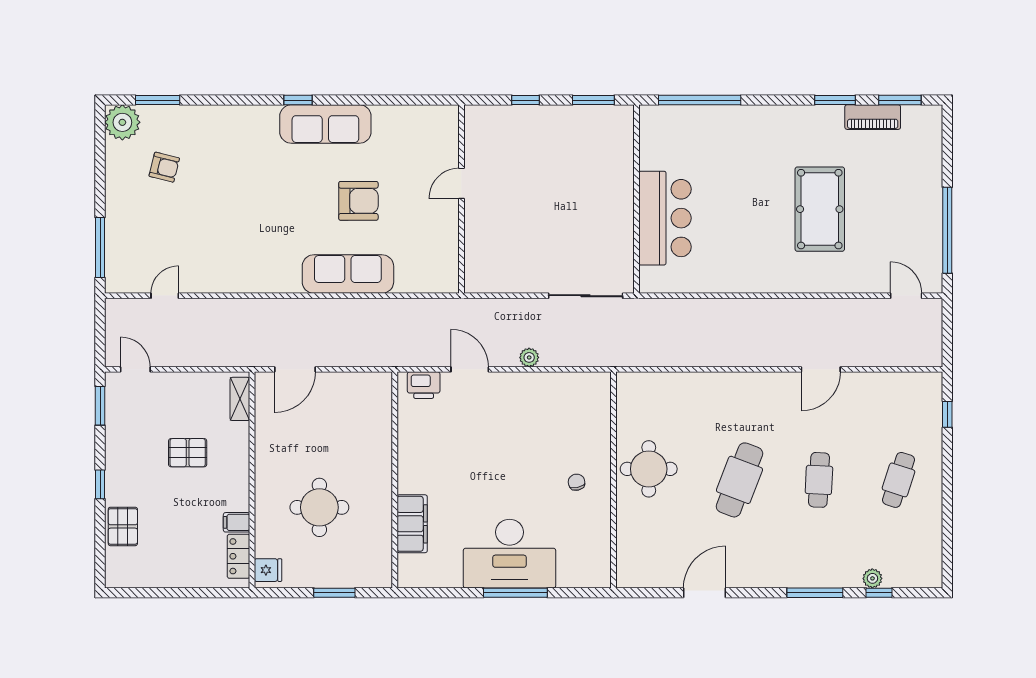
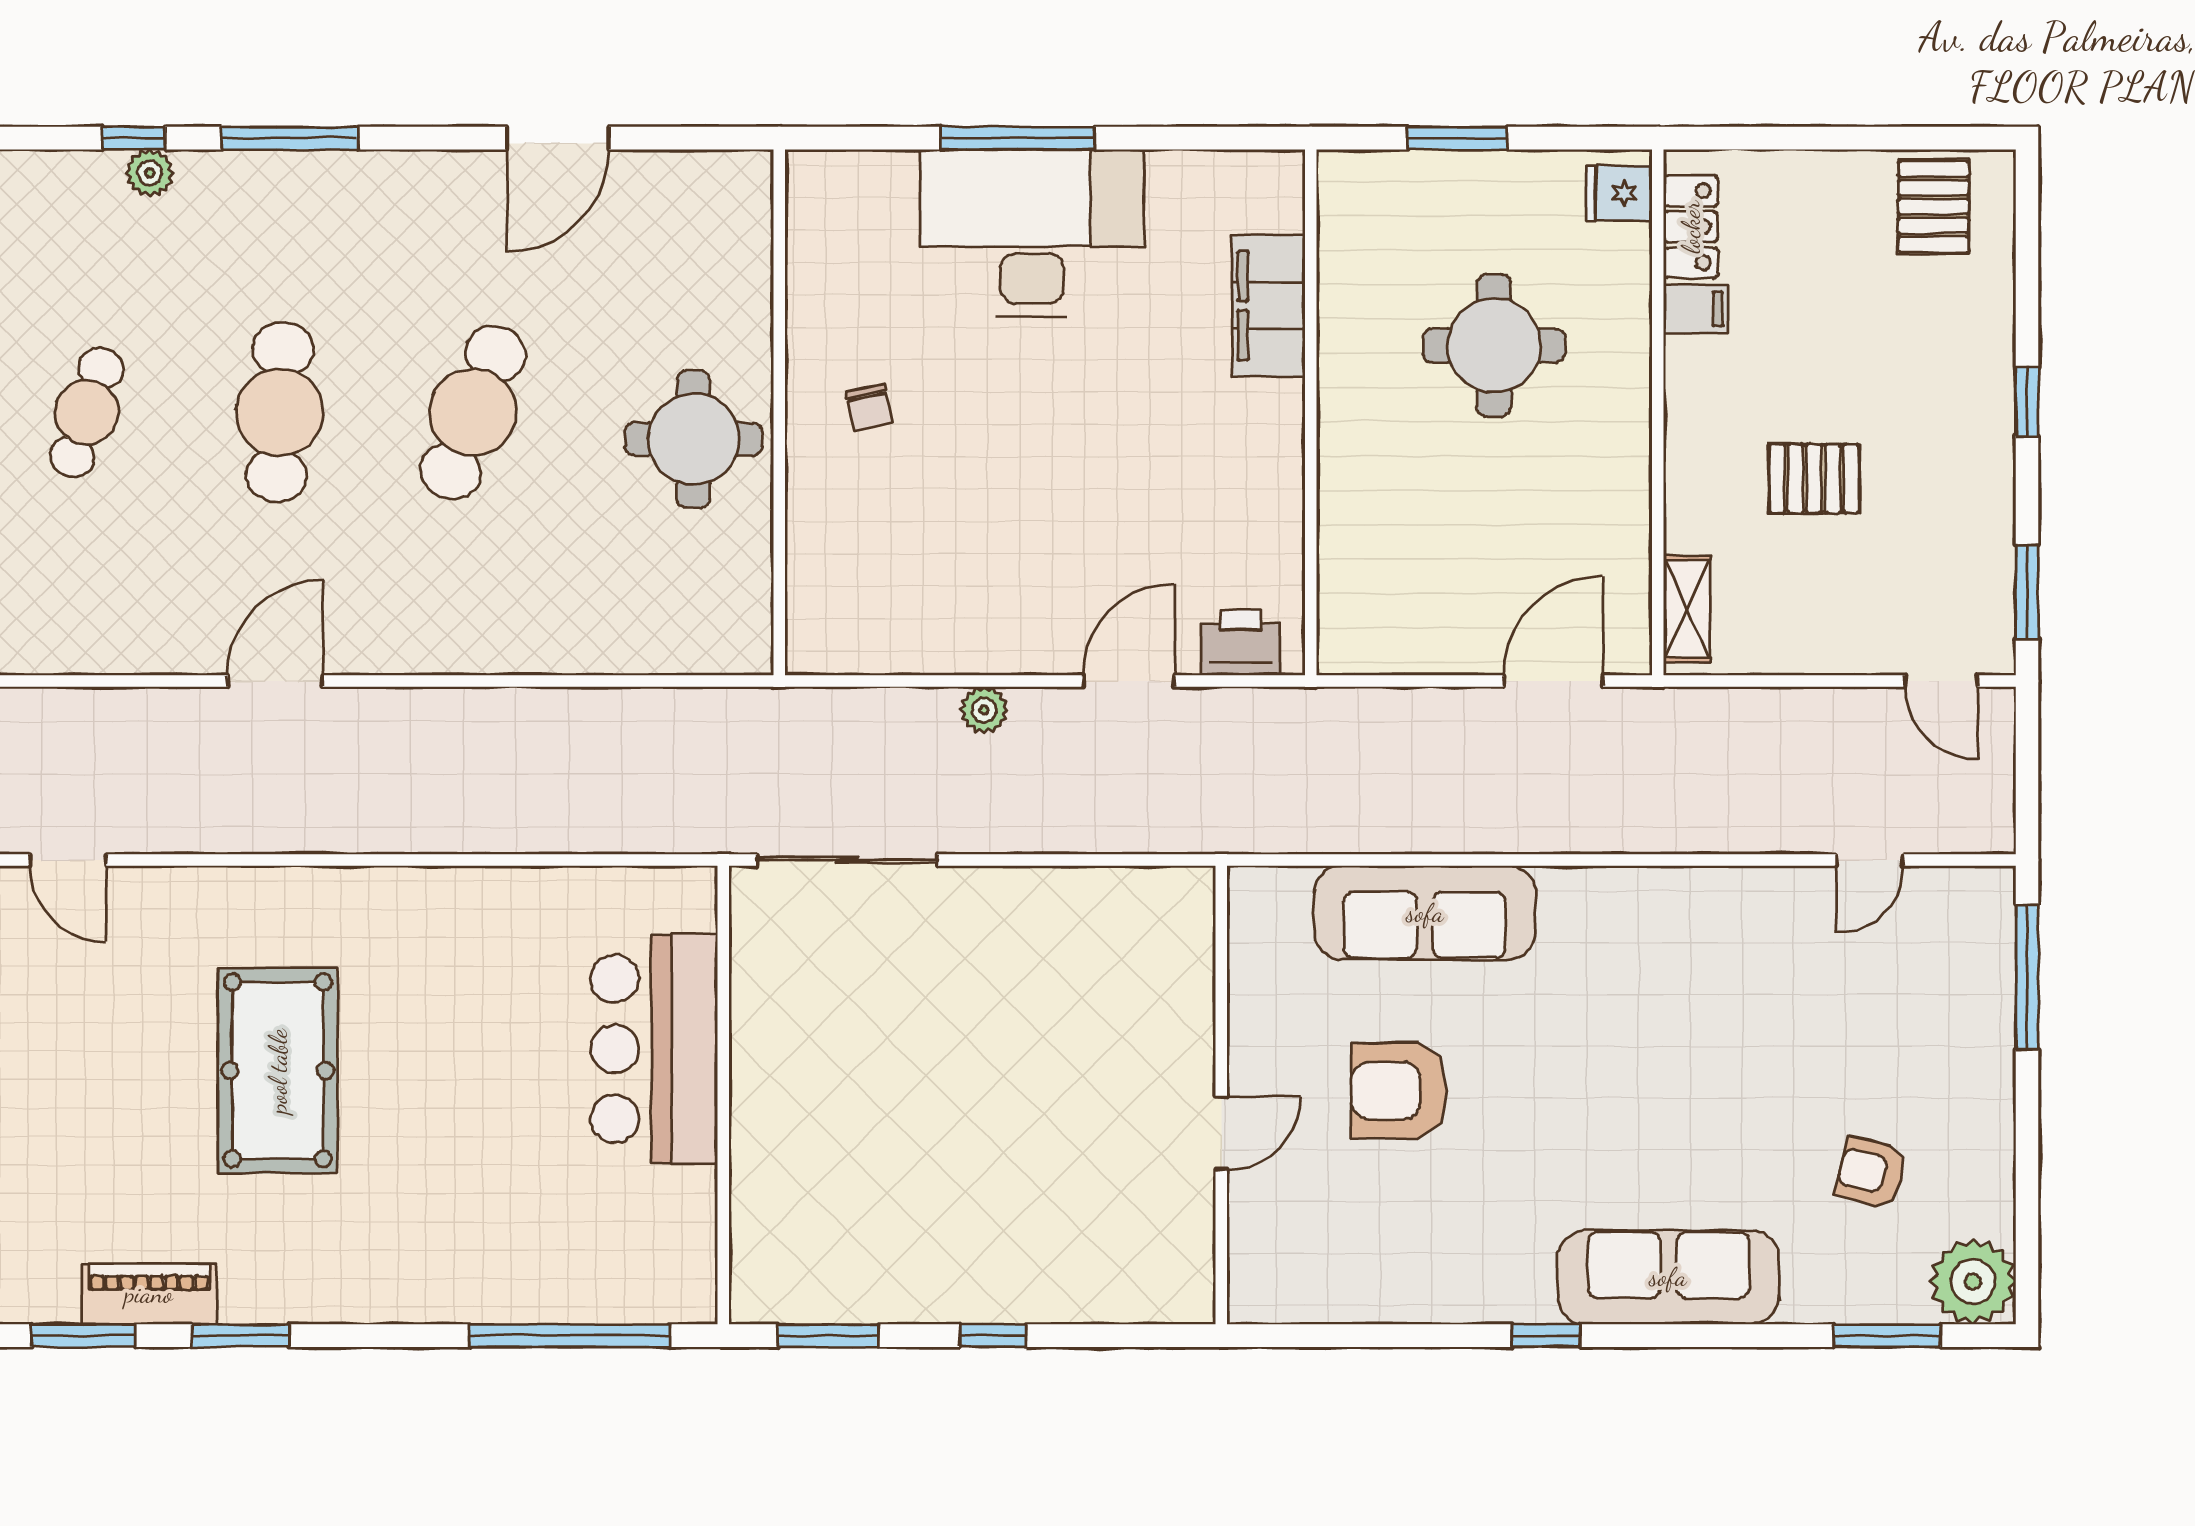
sofa: (325, 124) -> (1668, 1277), moved
door: (462, 183) -> (1221, 1133), moved
wall: (462, 199) -> (1221, 1095), moved
door: (470, 369) -> (1129, 681), swing flipped
cafe table: (819, 480) -> (280, 412), width x1.37, depth x1.35
pallet: (123, 526) -> (1933, 207), moved

